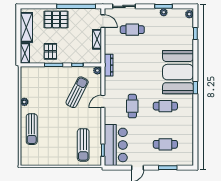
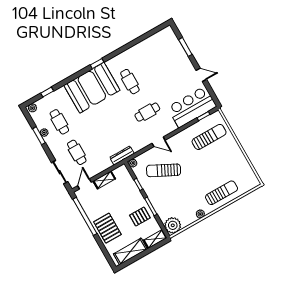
plant: (28, 74) -> (173, 225), added
cafe table: (165, 144) -> (59, 122), moved

